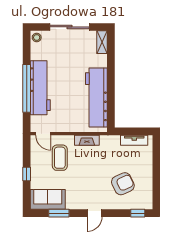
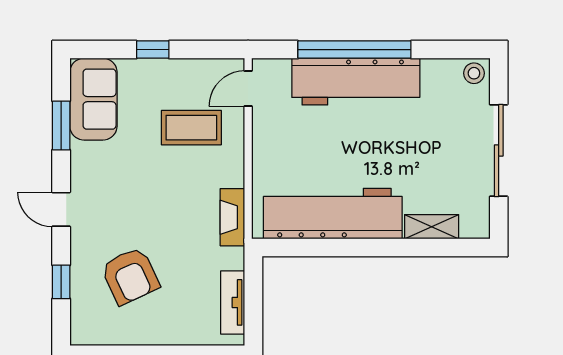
shelving: (102, 42) -> (432, 227), moved
fireplace: (87, 140) -> (232, 217), moved
window: (138, 213) -> (61, 282), moved

